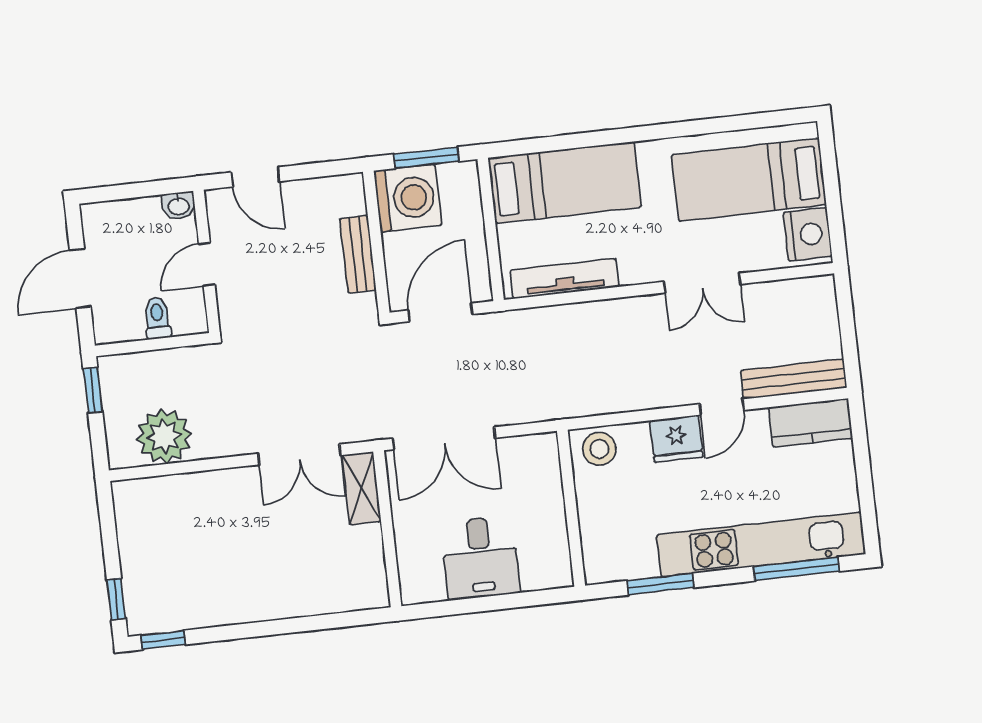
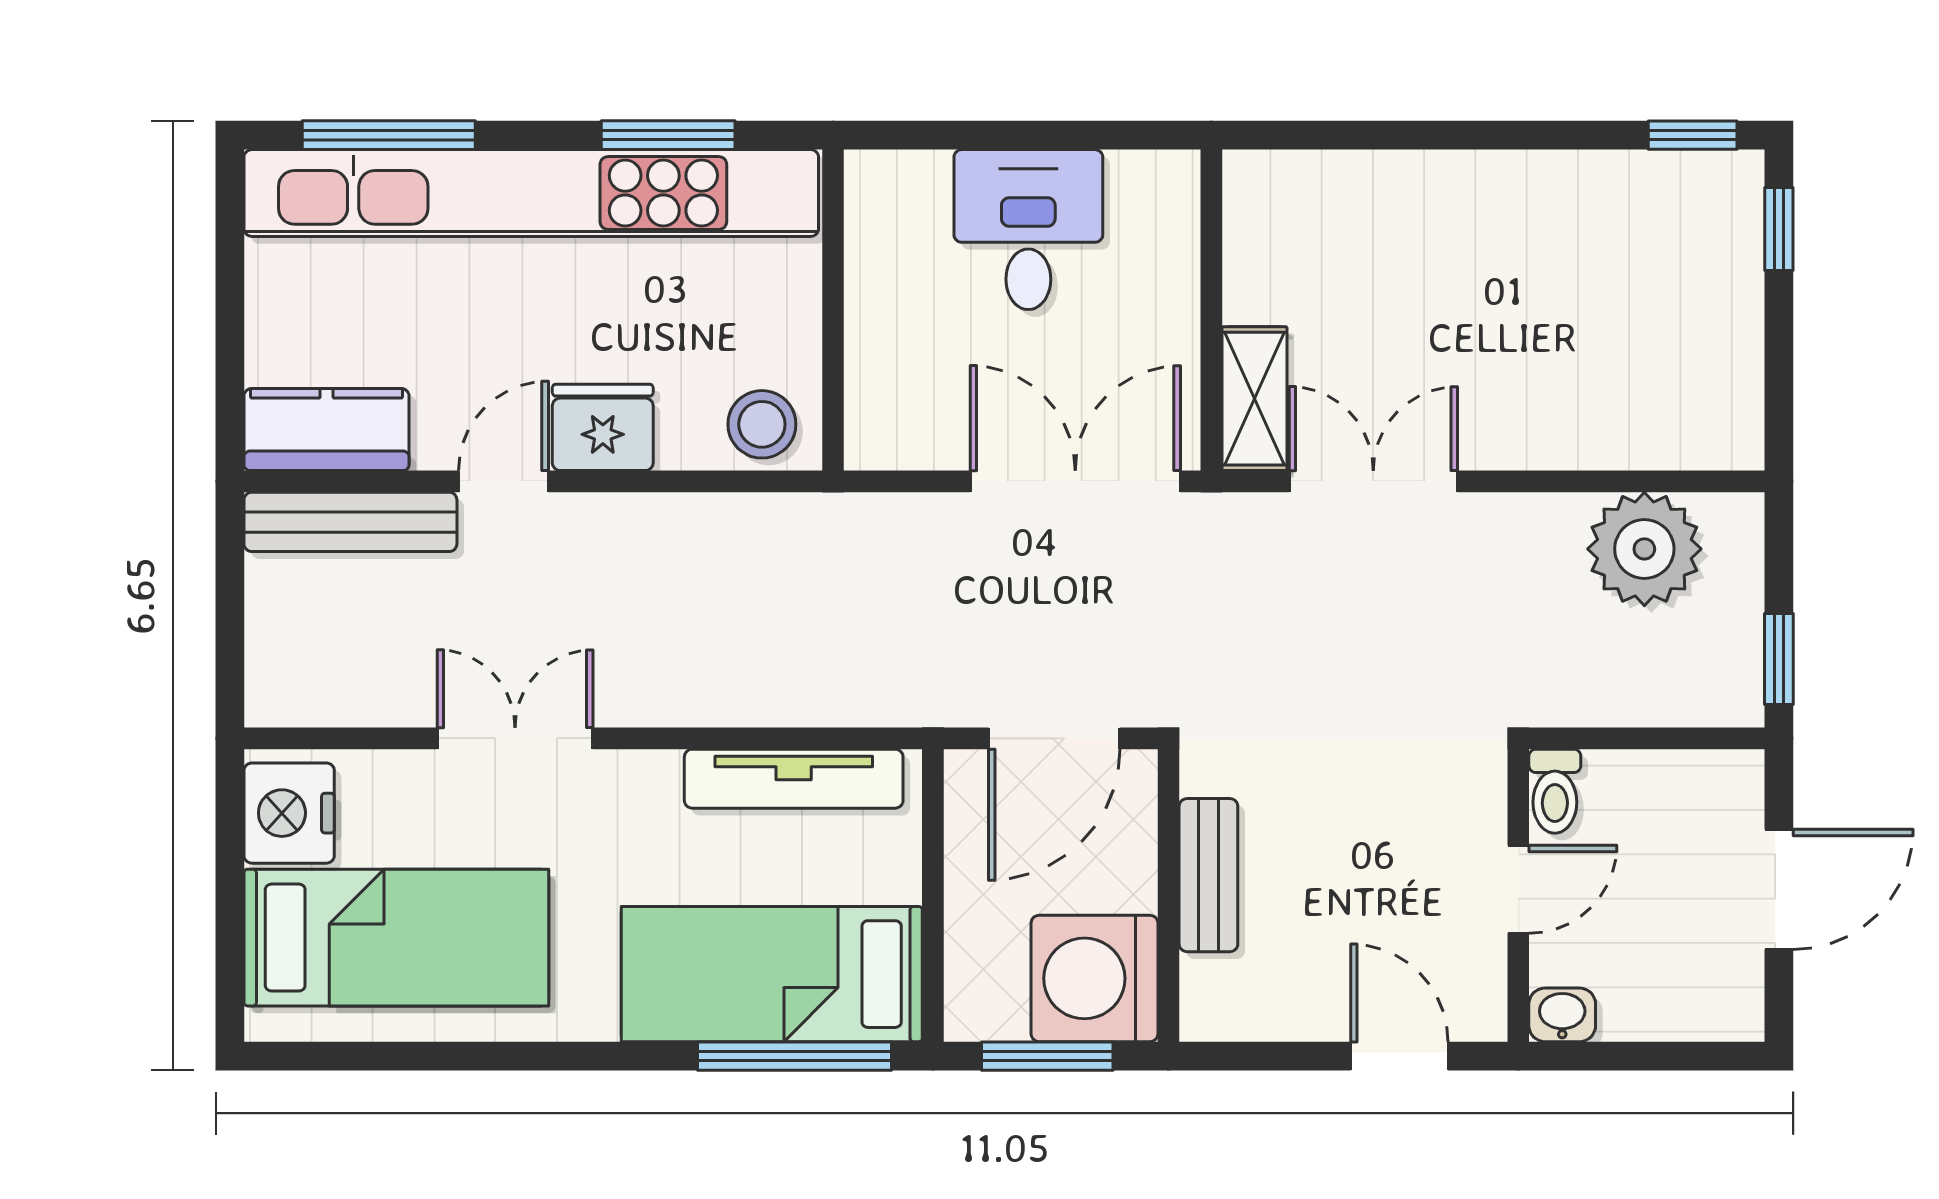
window: (549, 144) -> (795, 1056), added
toilet: (157, 318) -> (1555, 791), moved
kitchen unit: (761, 544) -> (531, 193), width x1.36

